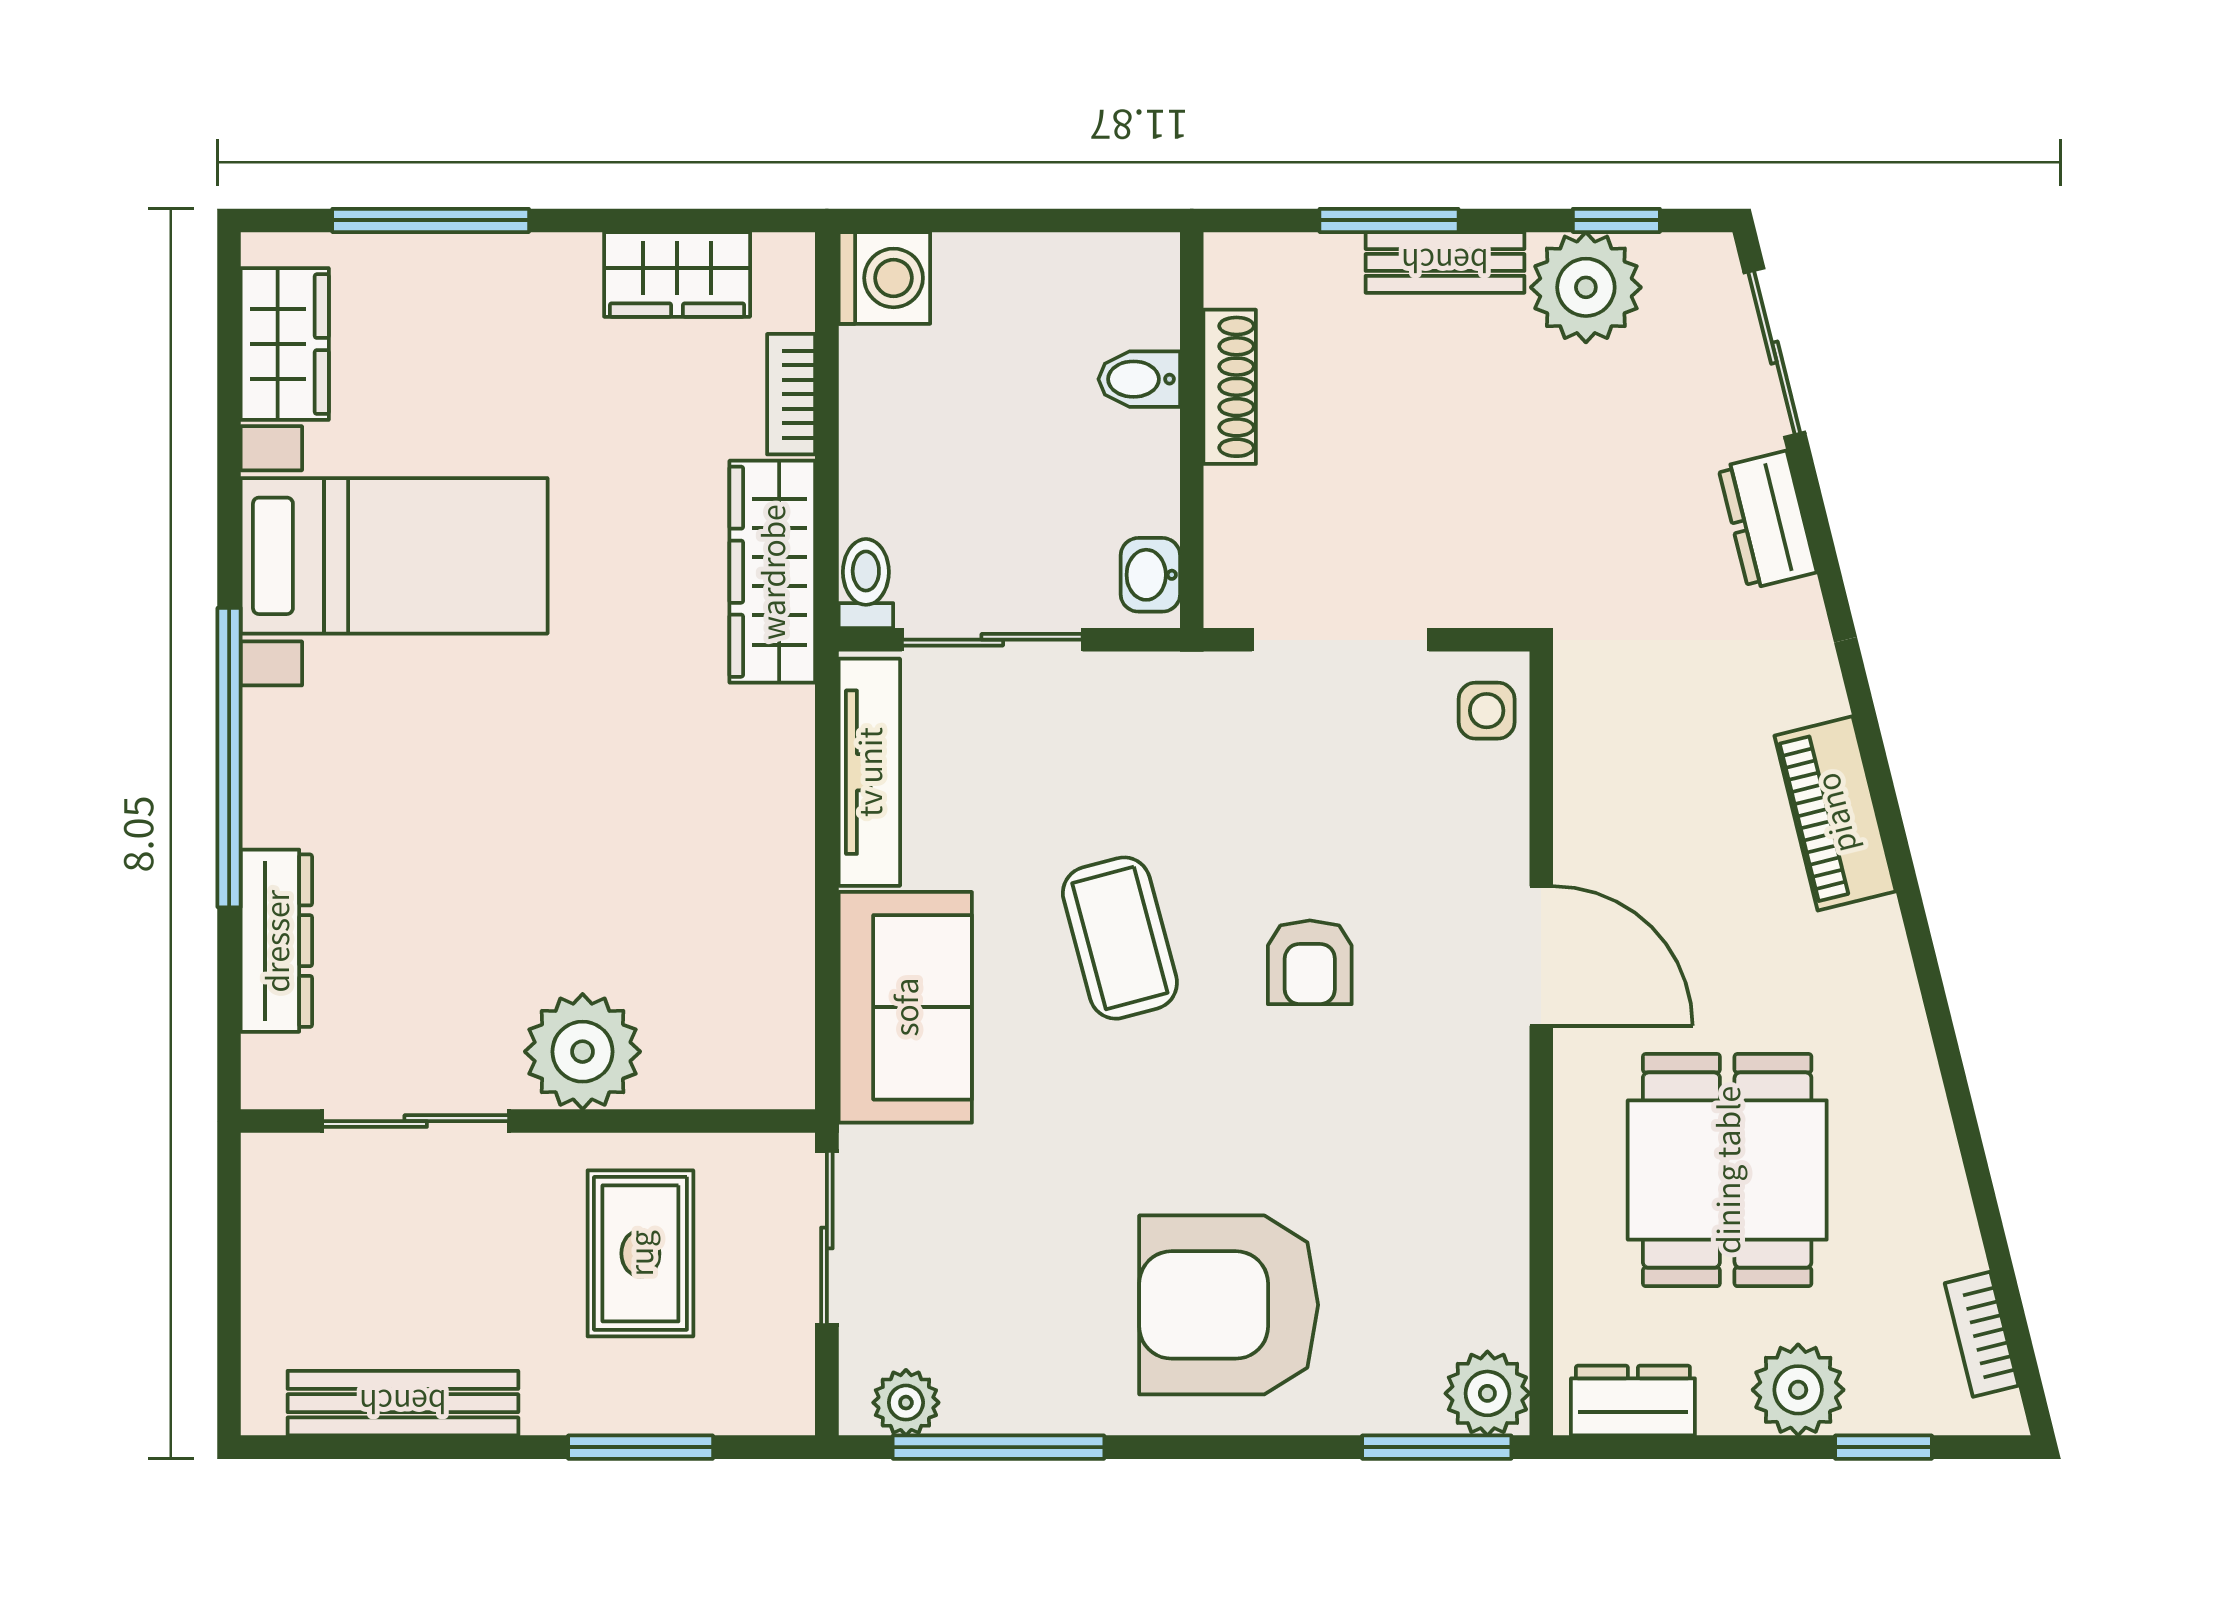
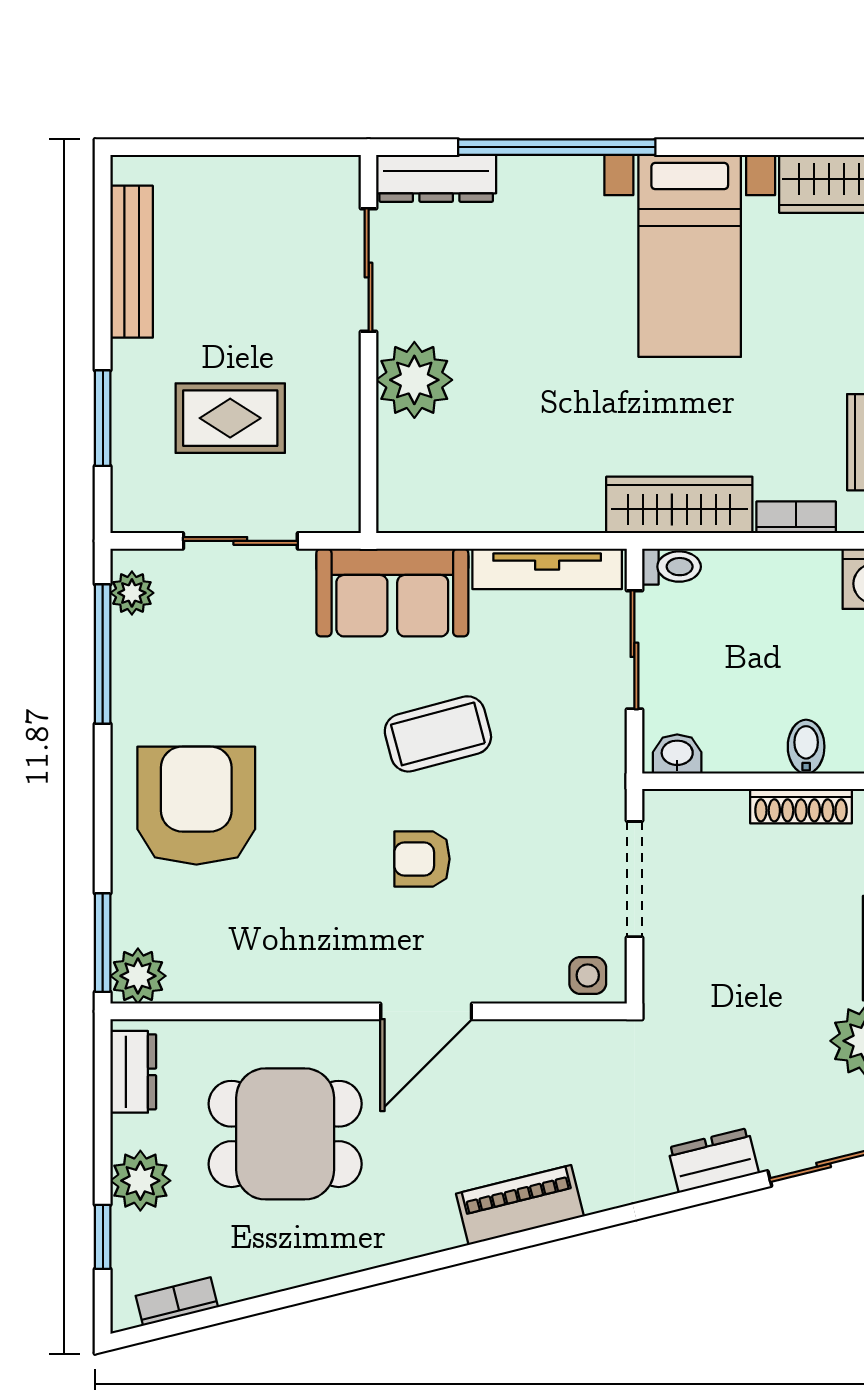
plant: (583, 1052) -> (414, 380), moved
sliding door: (416, 1121) -> (369, 270), moved
wall: (528, 1121) -> (369, 344), moved

